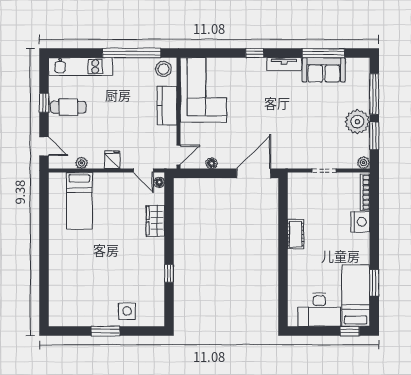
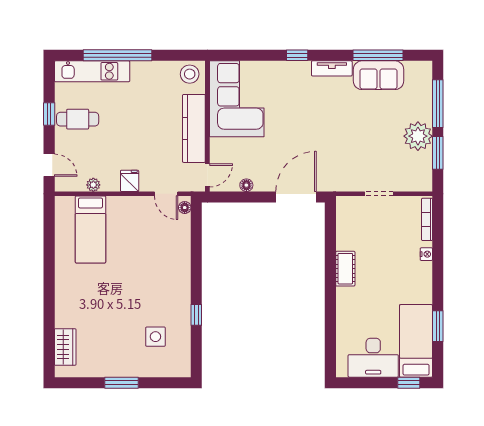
window: (132, 53) -> (117, 55), moved
kitchen counter: (167, 105) -> (194, 128), width x1.50
plant: (363, 163) -> (425, 184), removed
wardrobe: (155, 221) -> (65, 347), moved, turned 180
nightstand: (360, 222) -> (426, 254), width x0.53, depth x0.56
side table: (127, 311) -> (155, 337), moved

